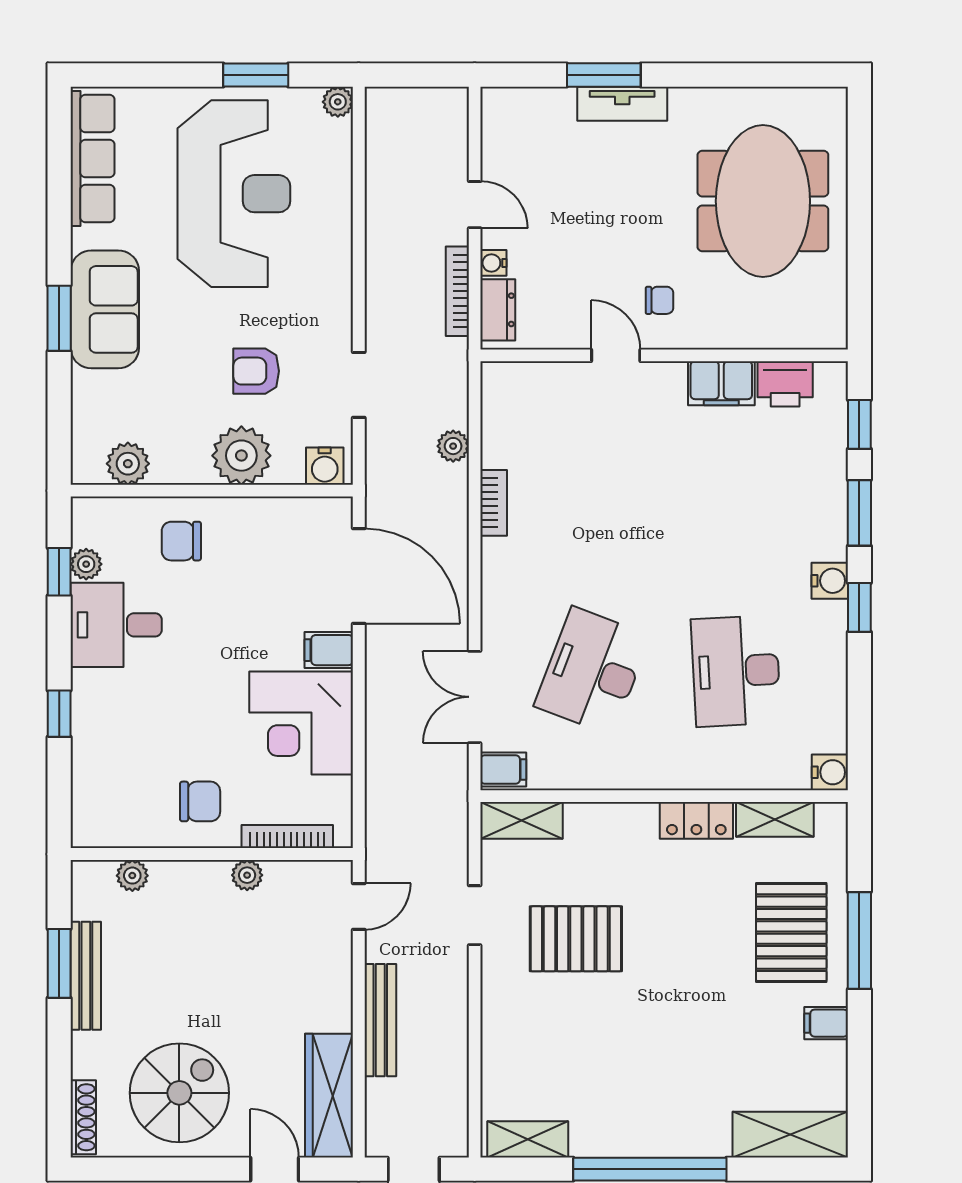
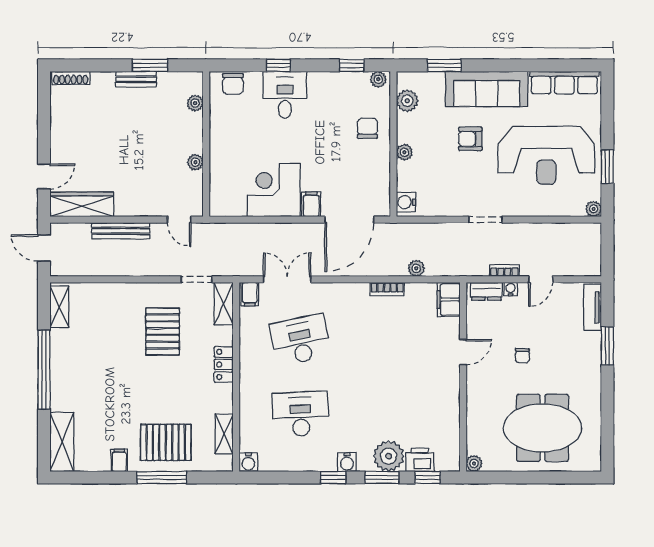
tv unit: (622, 104) -> (593, 307), moved
bookcase: (457, 291) -> (504, 270), width x0.64
chair: (660, 300) -> (522, 356), moved
sofa: (105, 309) -> (487, 89), width x1.36
window: (59, 318) -> (444, 65), moved
plant: (832, 334) -> (474, 464), added
armchair: (256, 371) -> (470, 139), moved, turned -90
filing cabinet: (721, 383) -> (449, 300), moved
printer: (785, 384) -> (420, 460), moved, turned 90
doorway: (359, 385) -> (485, 220), moved
plant: (241, 456) -> (404, 152), width x0.53, depth x0.53
plant: (818, 500) -> (389, 456), added
plant: (86, 564) -> (378, 79), moved
desk: (116, 625) -> (285, 95), moved
desk: (592, 671) -> (300, 340), turned -33
chair: (200, 801) -> (233, 84), moved
locker: (696, 820) -> (224, 364), moved
bookcase: (287, 837) -> (215, 183), removed
doorway: (475, 915) -> (197, 279), moved
bench: (86, 976) -> (136, 79), width x0.73
spiral stairs: (179, 1093) -> (83, 127), removed

